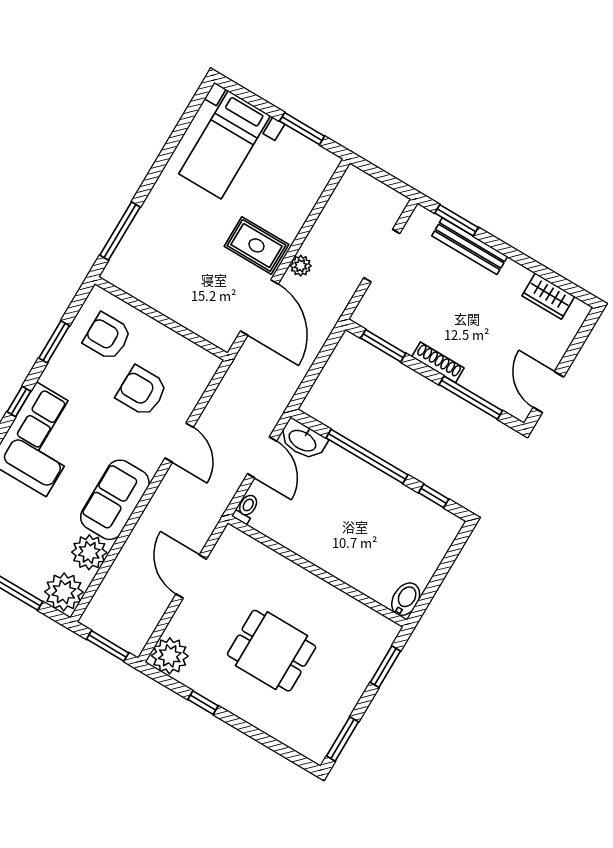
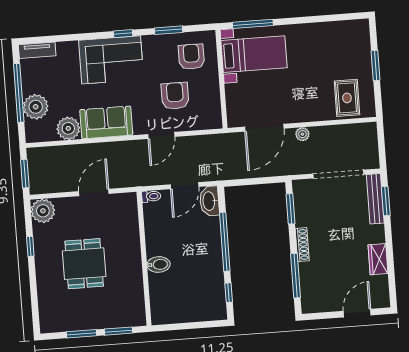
window: (302, 129) -> (376, 66), moved
bed with nightstands: (225, 145) -> (254, 54), moved, turned 180
rug: (256, 245) -> (347, 98), moved
bench: (470, 246) -> (375, 199), moved
doorway: (382, 256) -> (338, 174), width x1.36
wardrobe: (548, 296) -> (378, 259), moved
door: (548, 392) -> (357, 313), moved
plant: (64, 592) -> (36, 107), moved
bidet: (406, 599) -> (158, 264), moved
window: (343, 739) -> (81, 334), moved

